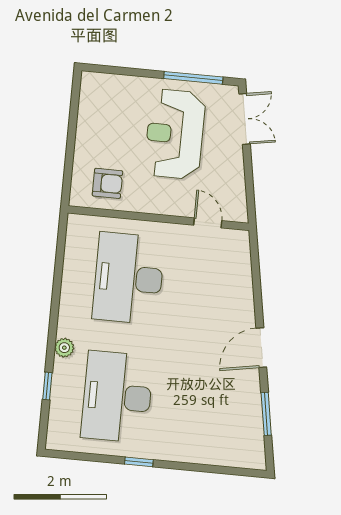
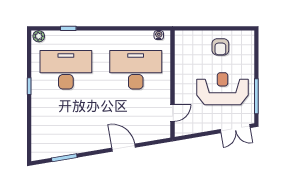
armchair: (108, 183) -> (220, 47), moved
water cooler: (73, 233) -> (159, 35), added
plant: (64, 348) -> (39, 36), moved
door: (261, 348) -> (124, 148), moved

